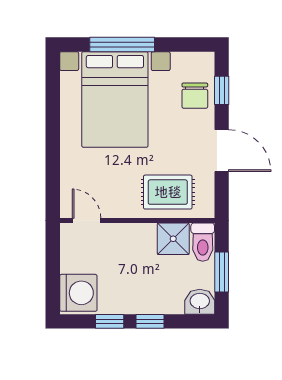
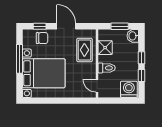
window: (122, 44) -> (19, 59), moved
door: (222, 151) -> (66, 26), hinge flipped
door: (86, 220) -> (97, 86), hinge flipped
toilet: (203, 242) -> (107, 68), moved

